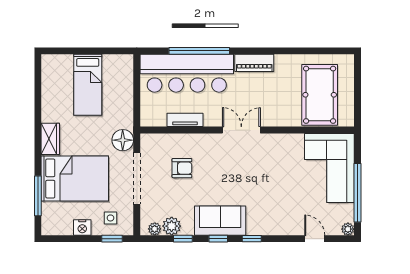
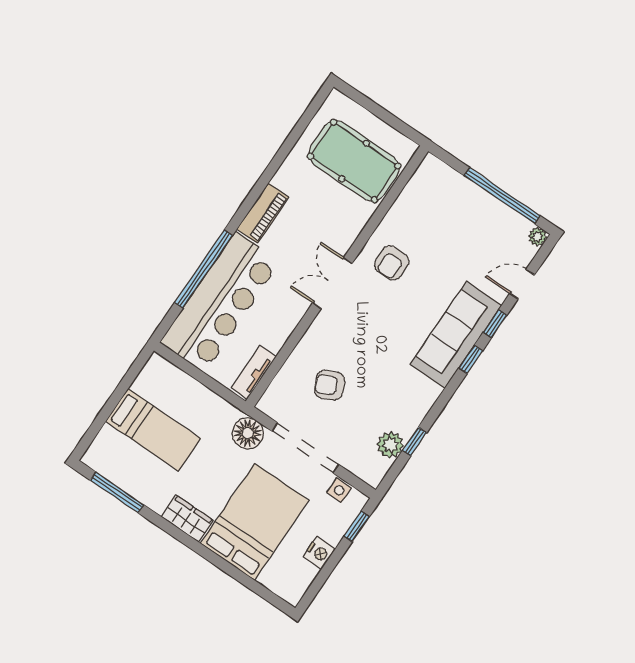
tv unit: (185, 120) -> (254, 372), moved
armchair: (276, 156) -> (392, 263), added
armchair: (182, 168) -> (329, 385), turned -115
corner sofa: (329, 168) -> (450, 209), removed
window: (38, 196) -> (117, 492), moved
side table: (110, 218) -> (339, 490), moved
sofa: (220, 221) -> (456, 335), moved, width x1.36
plant: (155, 229) -> (380, 468), removed
window: (218, 239) -> (495, 324), moved

